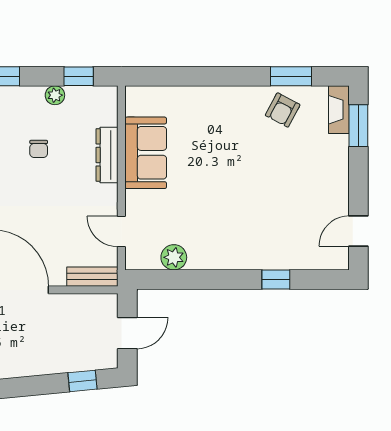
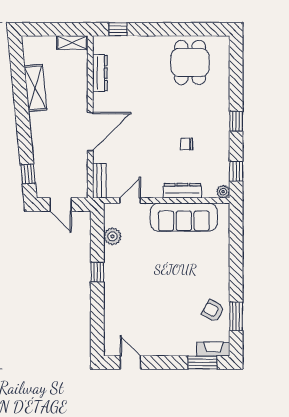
plant: (55, 95) -> (223, 192), moved
sofa: (146, 153) -> (184, 217), width x1.36
window: (276, 279) -> (97, 272), moved

